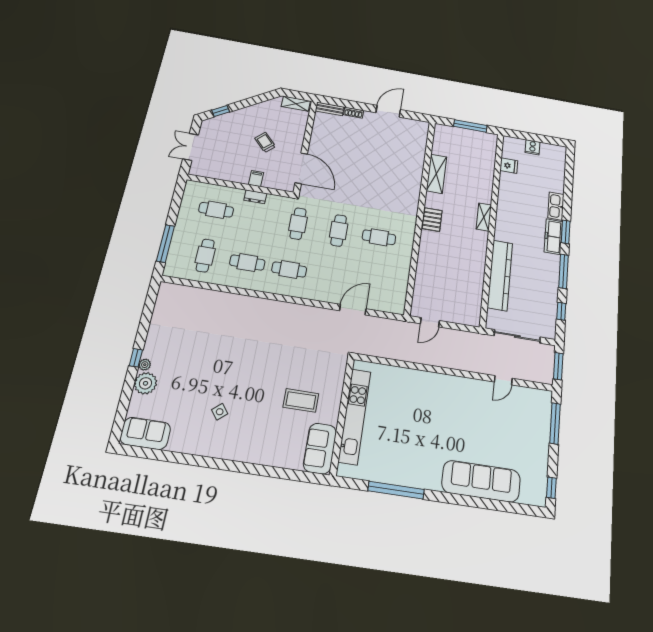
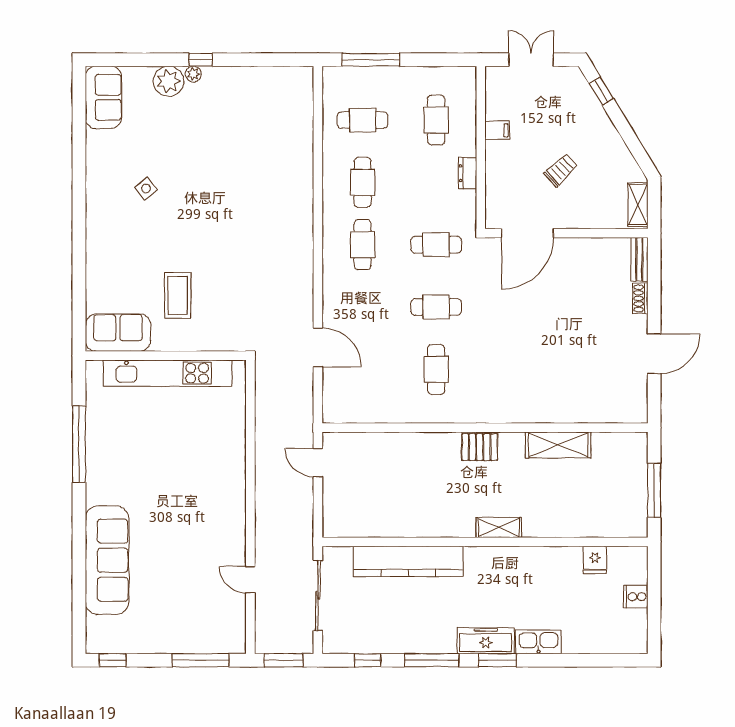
door: (388, 111) -> (654, 354), hinge flipped
filing cabinet: (256, 179) -> (497, 130), moved

